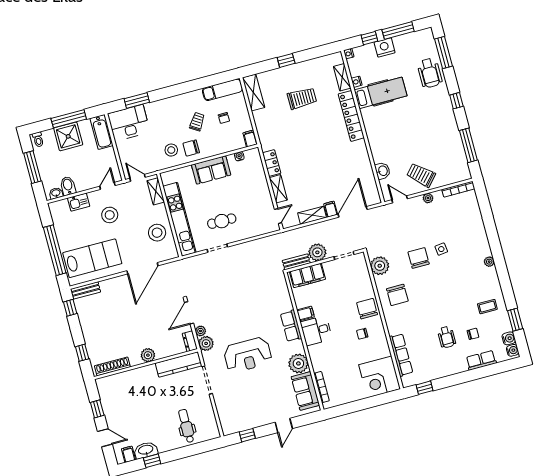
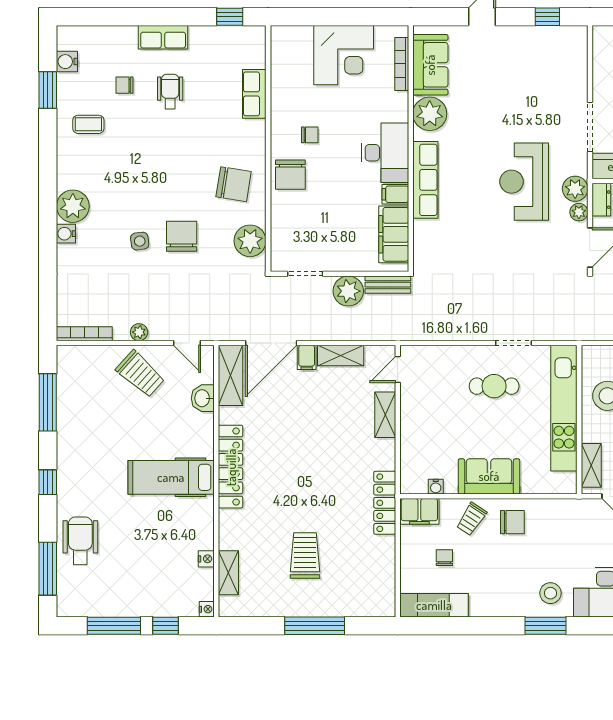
nightstand: (385, 47) -> (144, 603), removed
window: (286, 60) -> (315, 626), width x2.17
shelving: (253, 92) -> (231, 375), moved
hospital bed: (381, 93) -> (171, 477), moved
trolley: (302, 98) -> (305, 556), turned 90
window: (137, 100) -> (545, 626), moved
locker: (351, 116) -> (231, 467), moved
trolley: (197, 122) -> (471, 519), moved
filing cabinet: (250, 139) -> (419, 511), width x2.00
stool: (171, 150) -> (550, 593), moved
locker: (272, 163) -> (385, 503), moved, width x1.53
chair: (419, 258) -> (182, 236), turned 180
plant: (489, 262) -> (73, 206), width x1.87, depth x1.87
filing cabinet: (308, 275) -> (394, 234), moved, turned -90
chair: (397, 295) -> (234, 184), turned 99
row of seats: (291, 326) -> (425, 180), width x1.48
desk: (316, 331) -> (385, 153), width x1.37
water cooler: (512, 350) -> (66, 234), moved
reception desk: (248, 355) -> (524, 182), moved, turned -90
row of seats: (401, 355) -> (254, 94), width x0.68
row of seats: (481, 360) -> (163, 37), moved
corner desk: (380, 377) -> (344, 55), moved, turned 90

